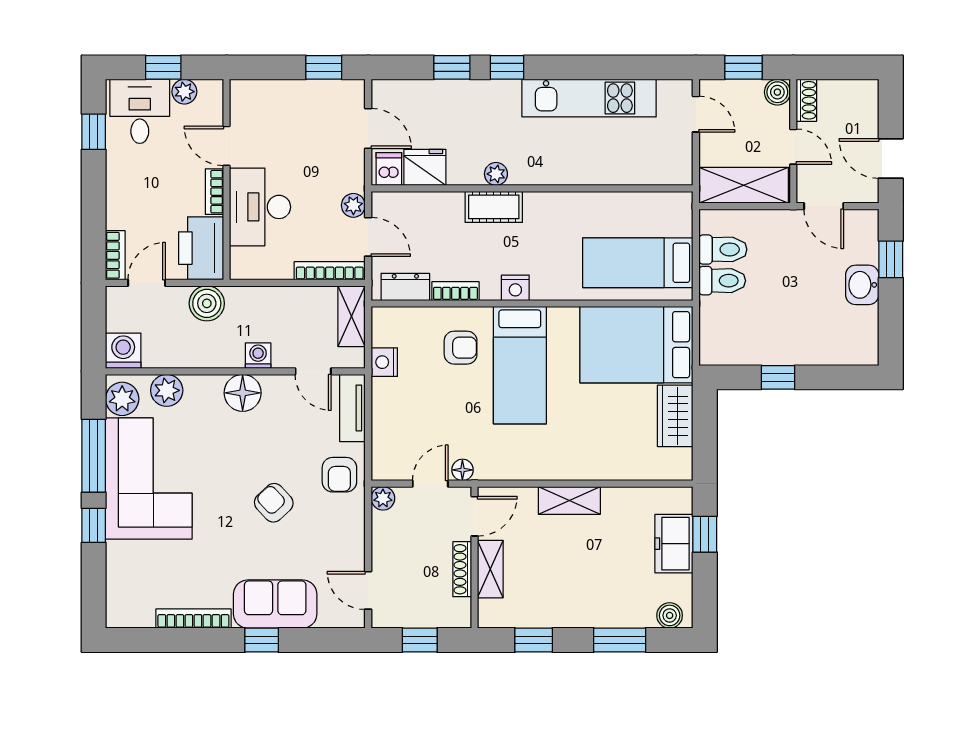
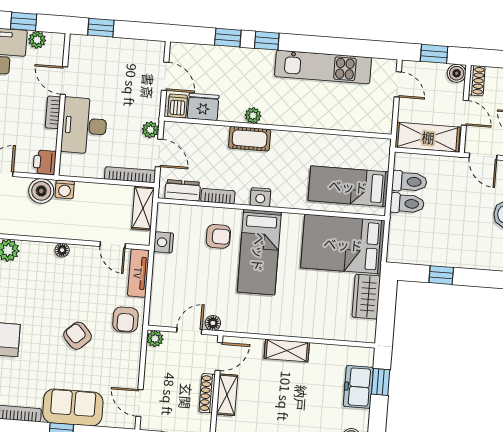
window: (324, 67) -> (101, 28), moved
printer: (201, 248) -> (45, 162), width x0.53, depth x0.68
washing machine: (258, 356) -> (65, 189), moved, turned 180
floor lamp: (243, 393) -> (62, 250), width x0.53, depth x0.53

